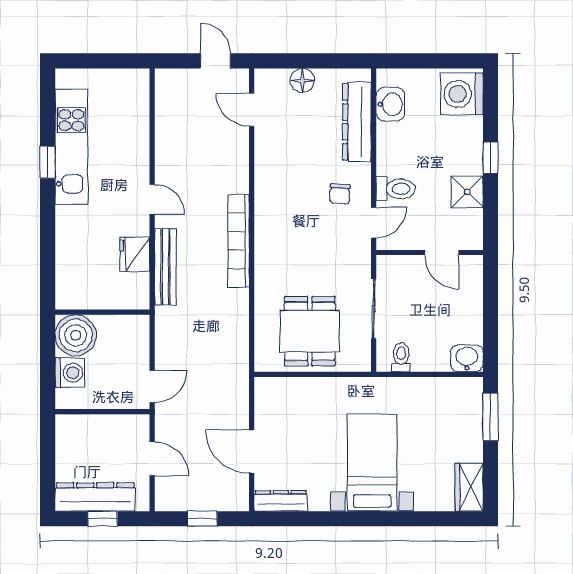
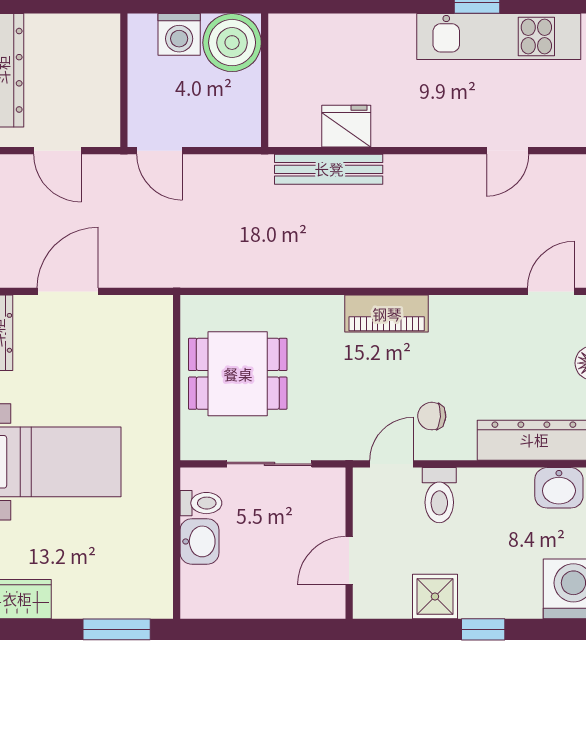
door: (152, 199) -> (508, 151), moved
door: (374, 223) -> (391, 464), swing flipped
piano: (267, 226) -> (387, 314), added
bookcase: (239, 241) -> (366, 273), removed
washbasin: (467, 358) -> (200, 541), moved
door: (152, 459) -> (57, 151), hinge flipped

